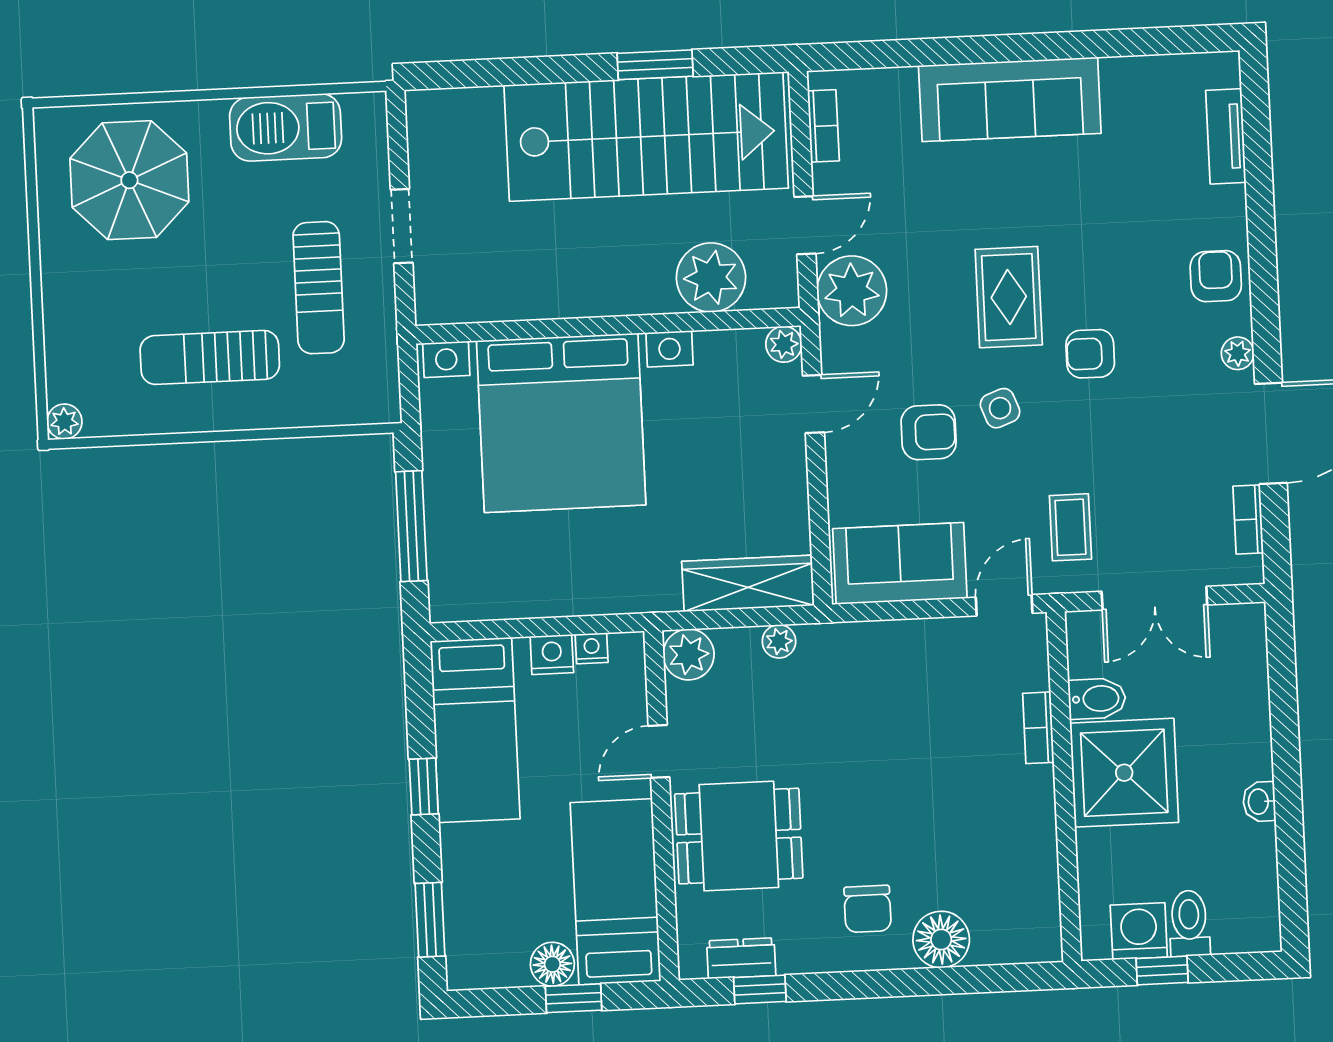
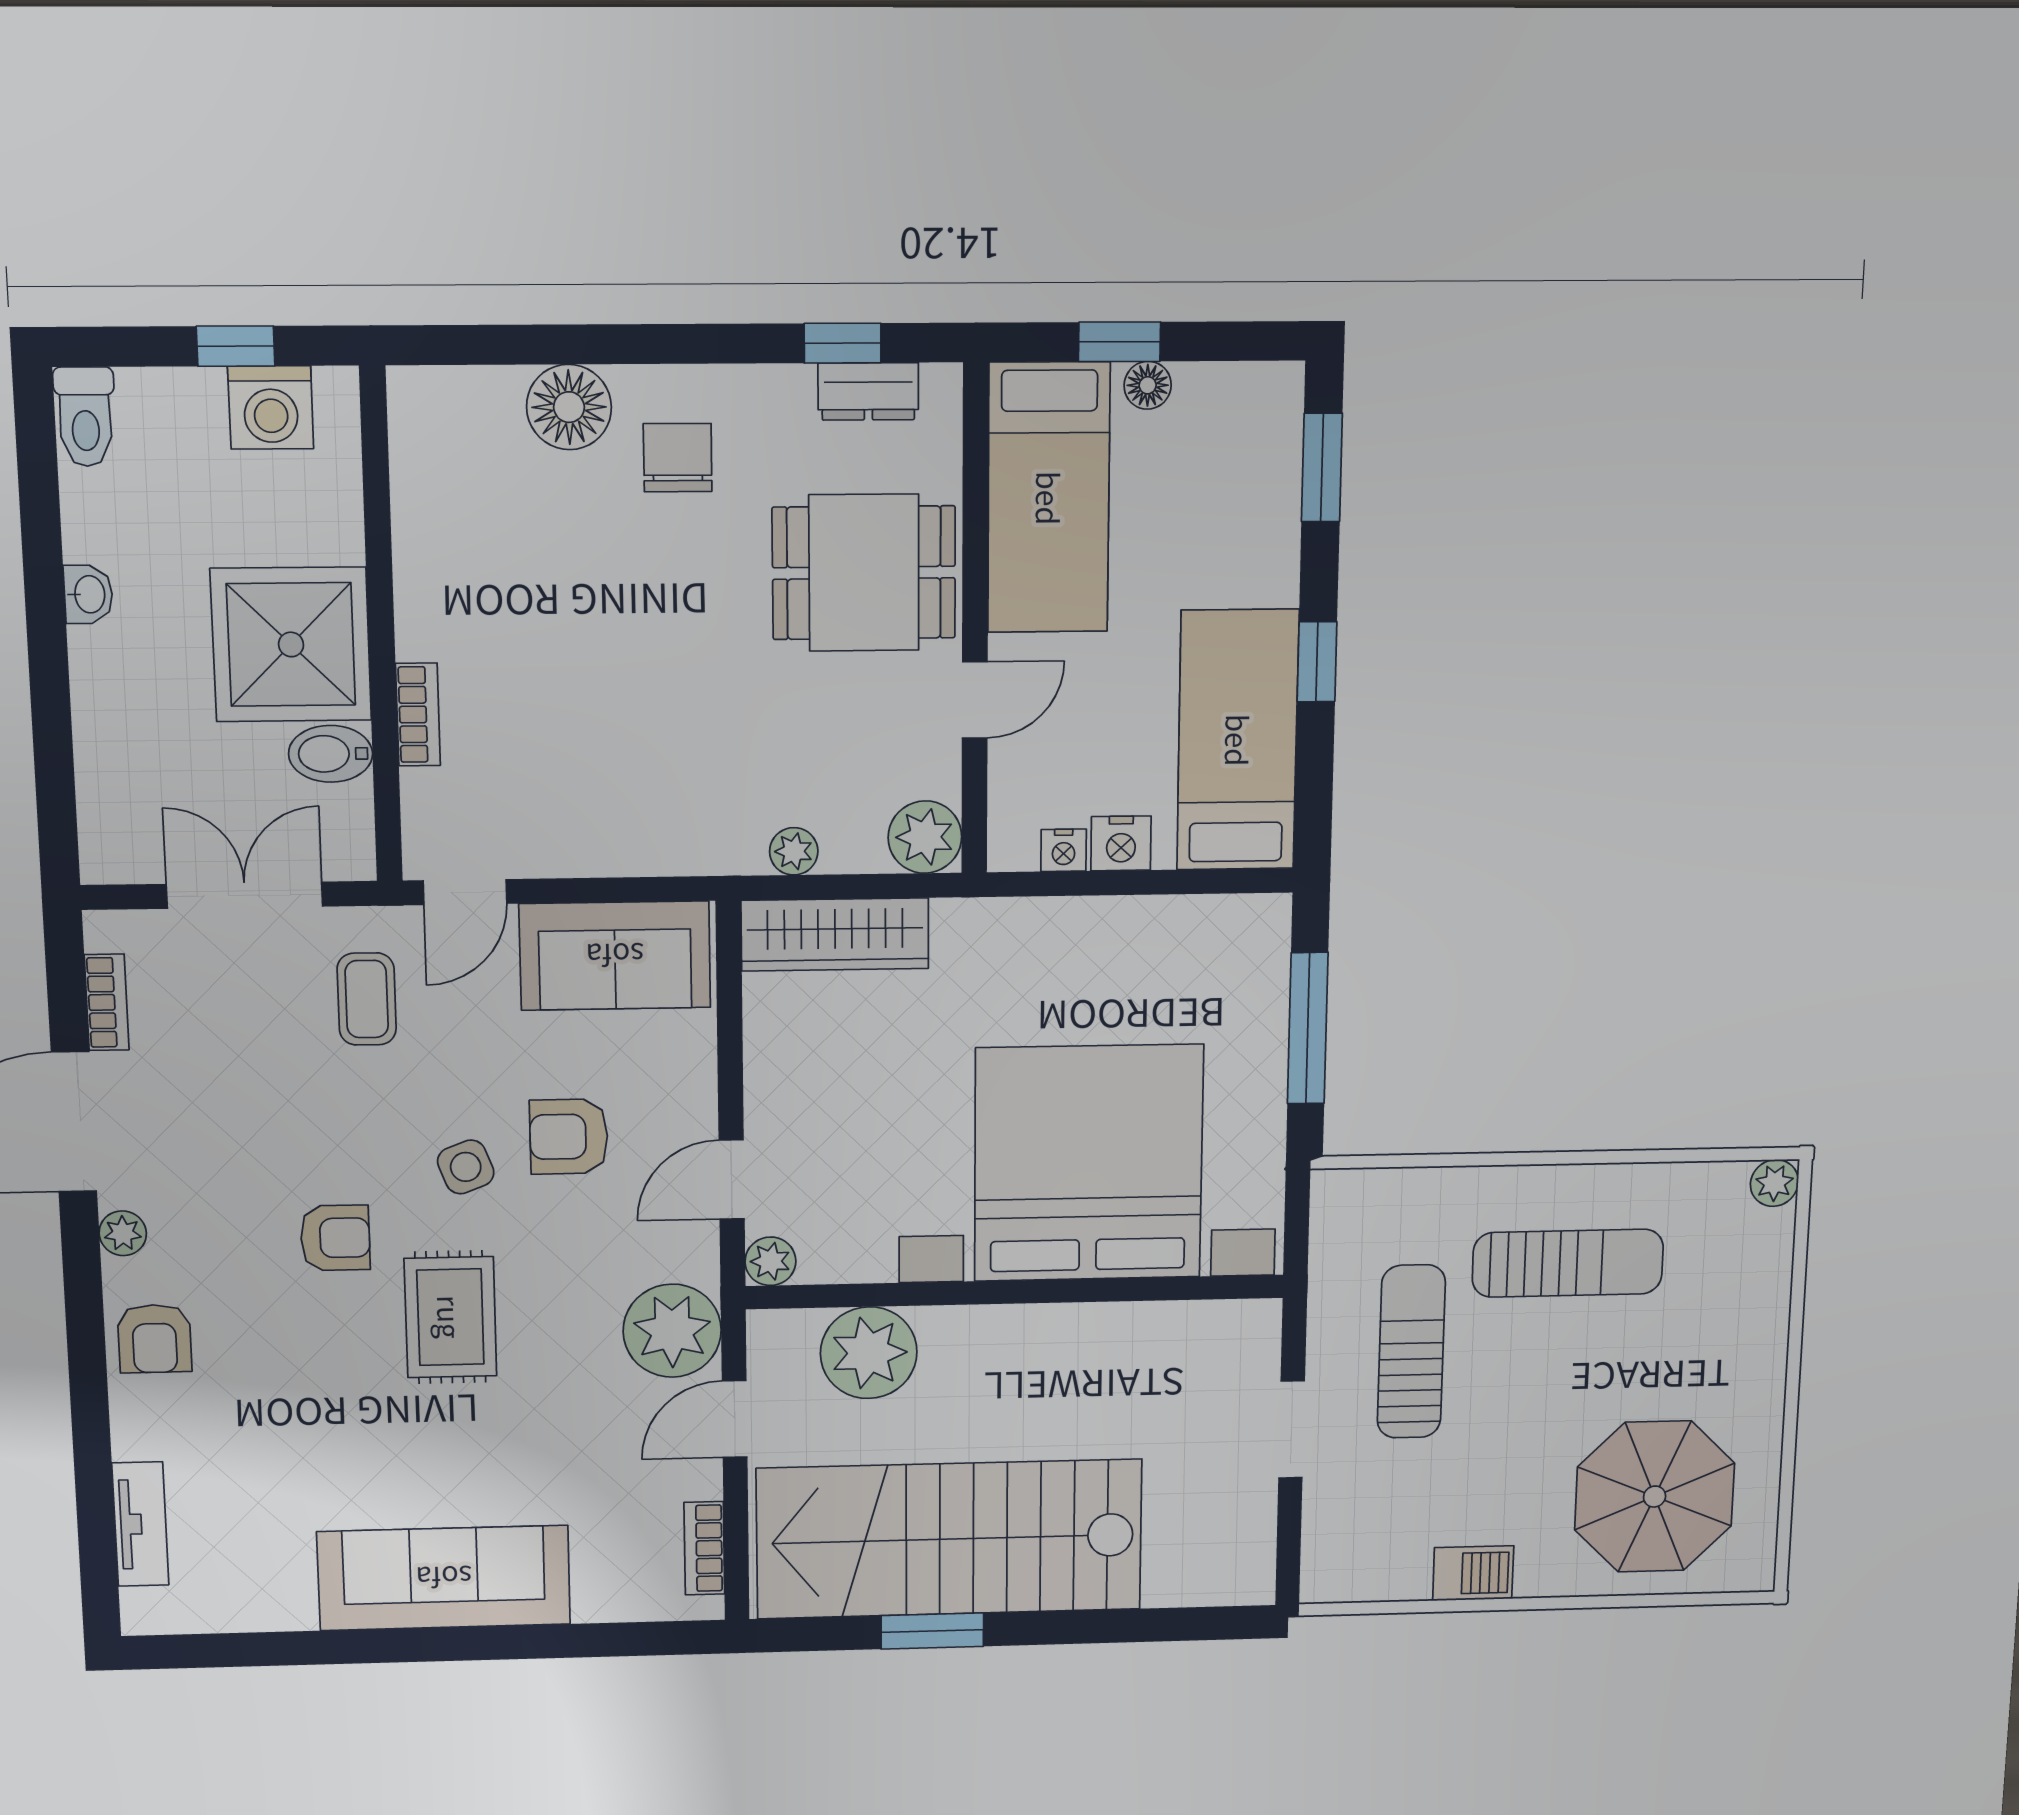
barbecue: (286, 127) -> (1473, 1573), width x0.53, depth x0.65
toilet: (1189, 923) -> (85, 417), moved
floor lamp: (552, 964) -> (1148, 385), width x0.73, depth x0.73

